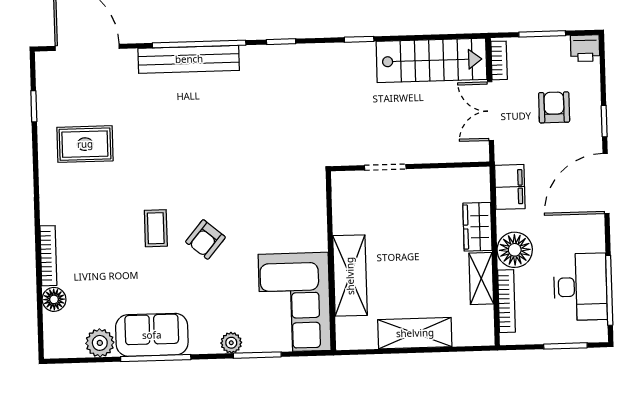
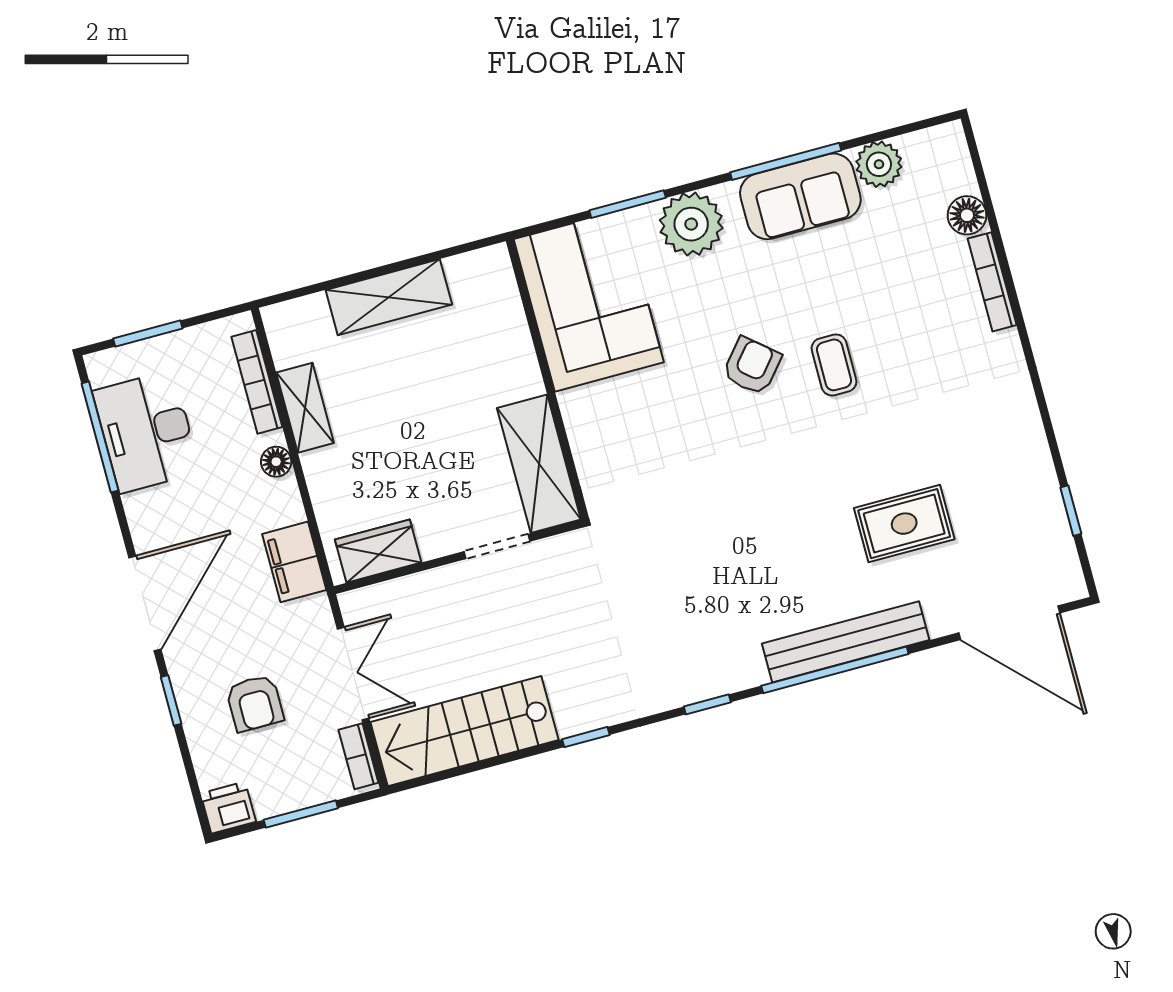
rug: (85, 144) -> (904, 524), moved
wardrobe: (477, 227) -> (378, 551), moved, turned -90
floor lamp: (515, 250) -> (276, 462), width x0.53, depth x0.53
shelving: (350, 276) -> (539, 464), moved
plant: (231, 343) -> (691, 224), width x1.88, depth x1.88

